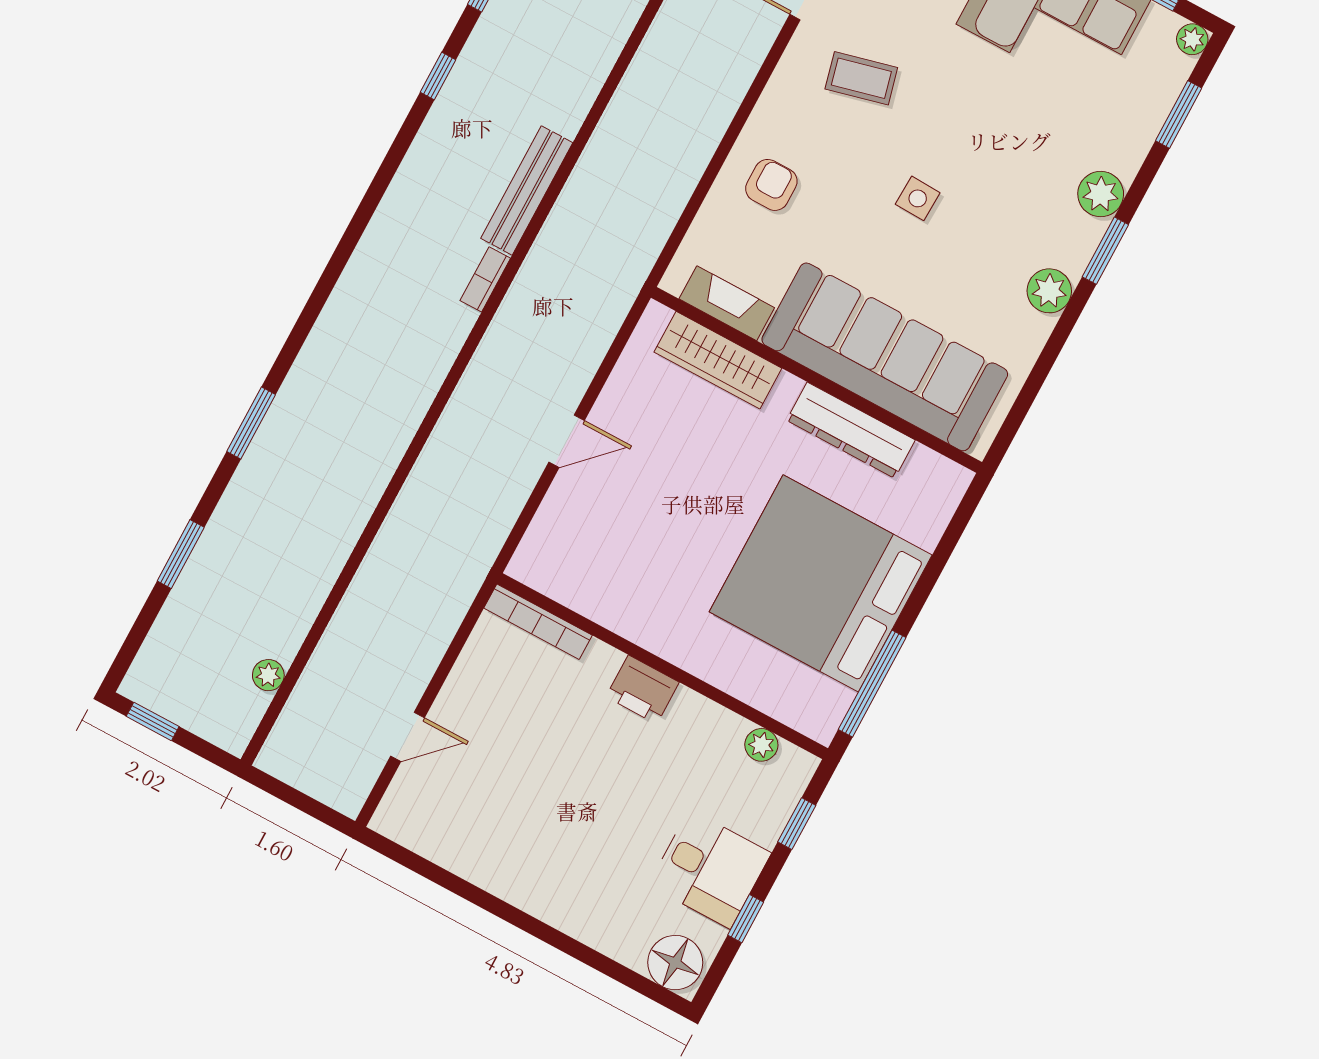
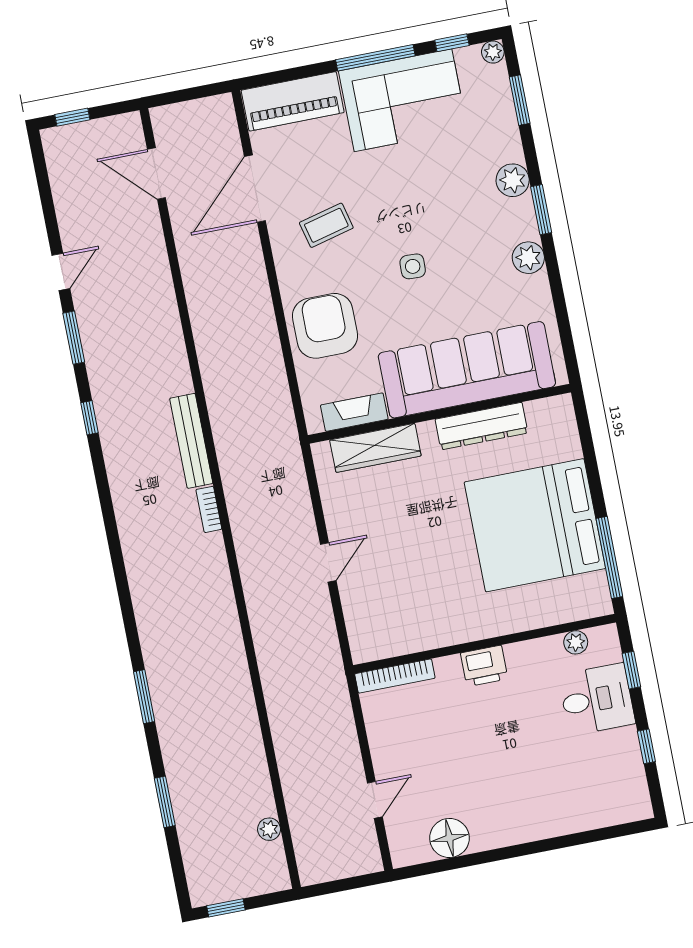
armchair: (771, 185) -> (325, 326), width x1.88, depth x1.88
desk: (710, 869) -> (597, 699), moved
floor lamp: (675, 963) -> (449, 838), moved

